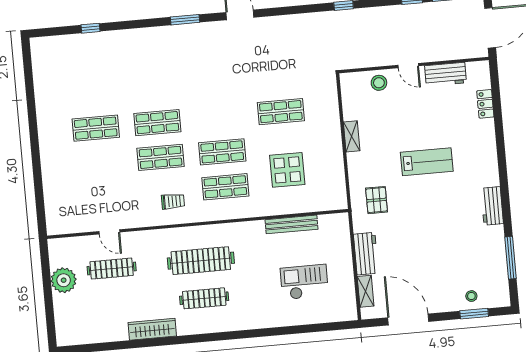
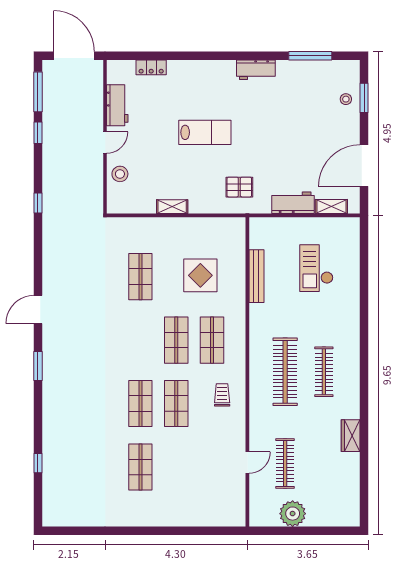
lab bench: (427, 162) -> (205, 132), turned 90
wardrobe: (152, 329) -> (351, 436), width x0.67

